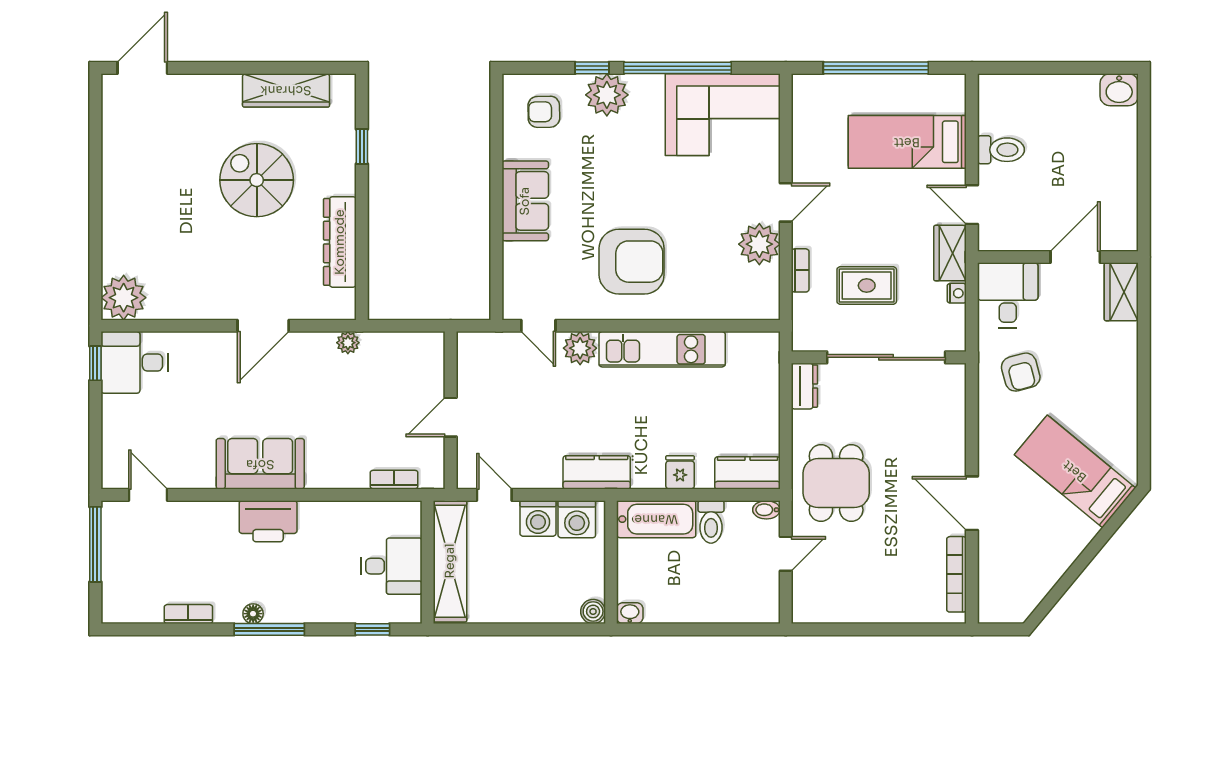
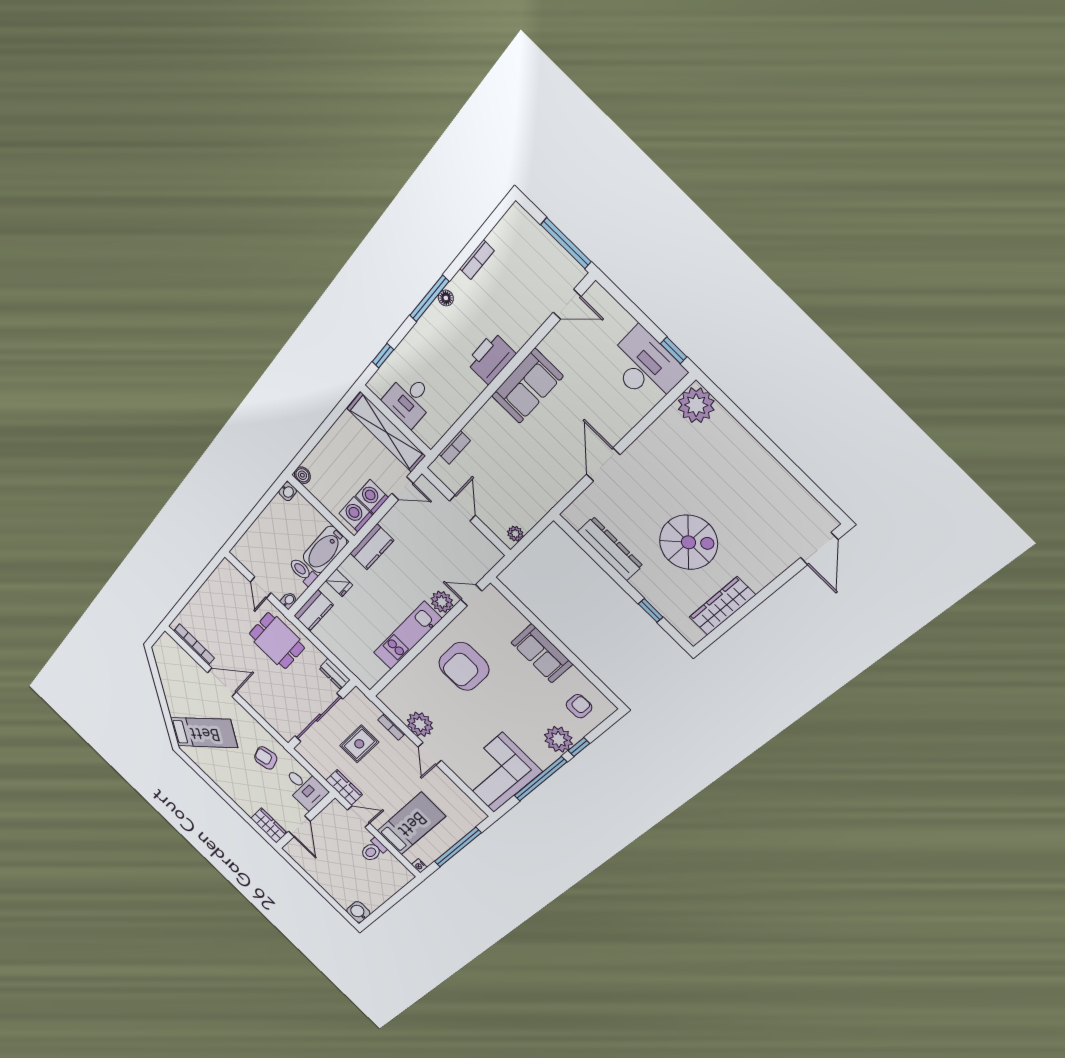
nightstand: (957, 293) -> (419, 866), moved
plant: (348, 343) -> (515, 534), moved
desk: (134, 362) -> (645, 367), width x1.37

